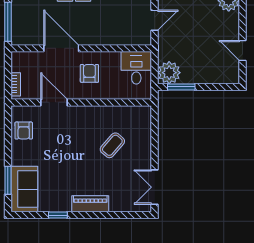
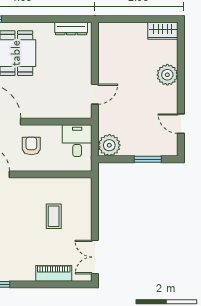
window: (181, 87) -> (148, 159), moved
coffee table: (112, 145) -> (54, 216), turned -41
piano: (90, 204) -> (54, 273), moved

